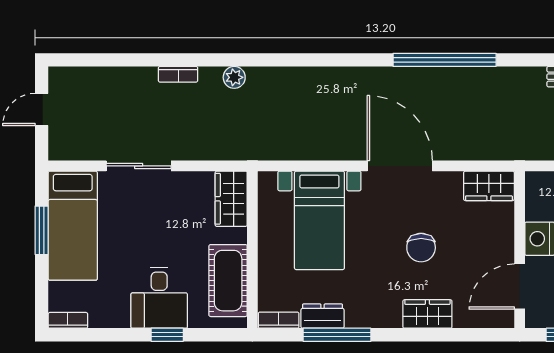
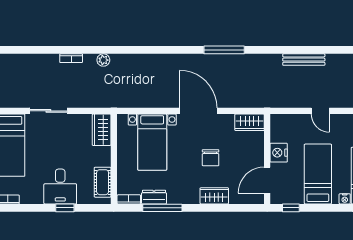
window: (445, 60) -> (224, 50), width x0.68
cot: (228, 281) -> (103, 182), width x0.73, depth x0.75

